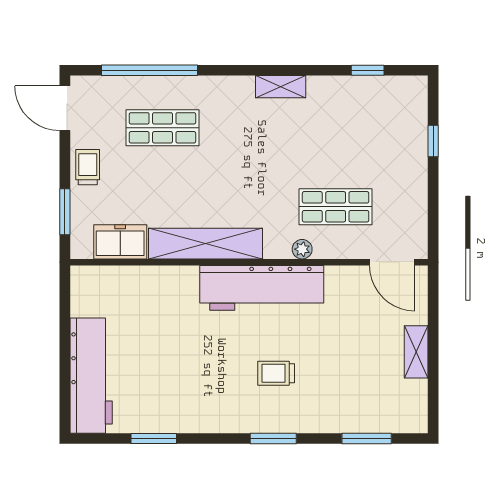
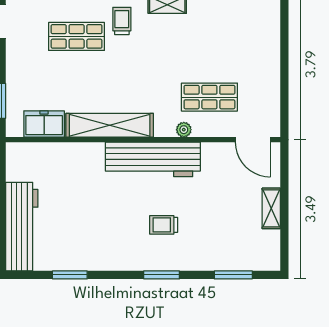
window: (433, 141) -> (284, 47), removed
trolley: (88, 167) -> (122, 21), moved

